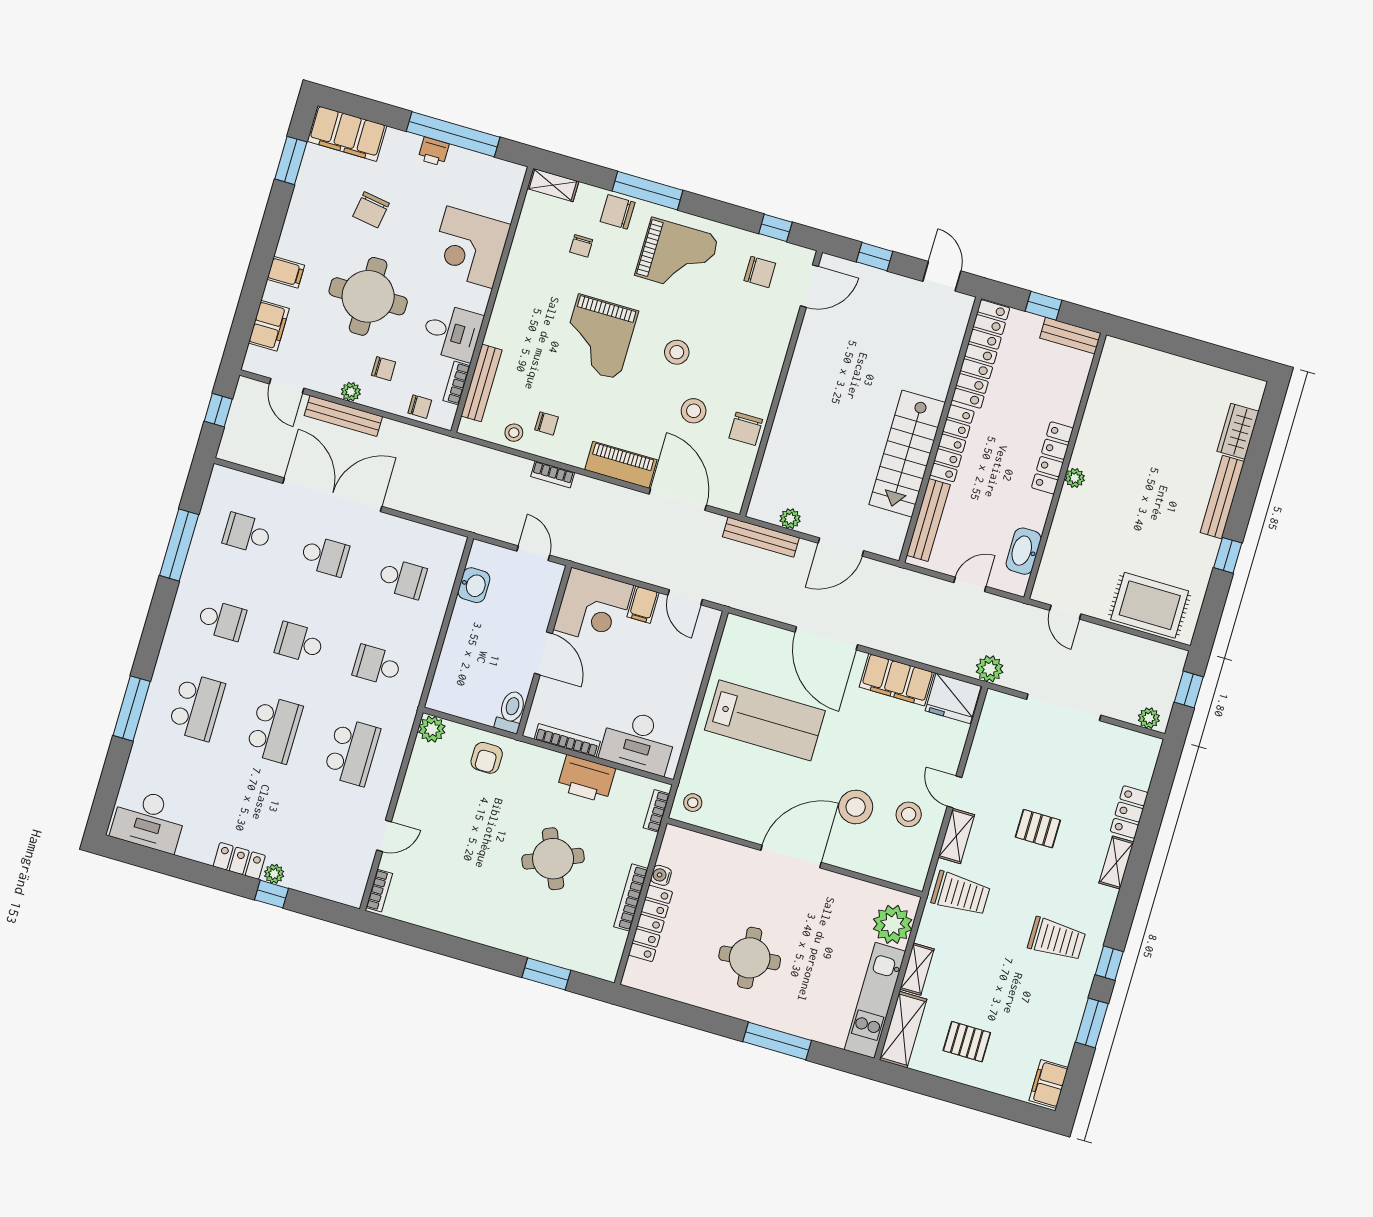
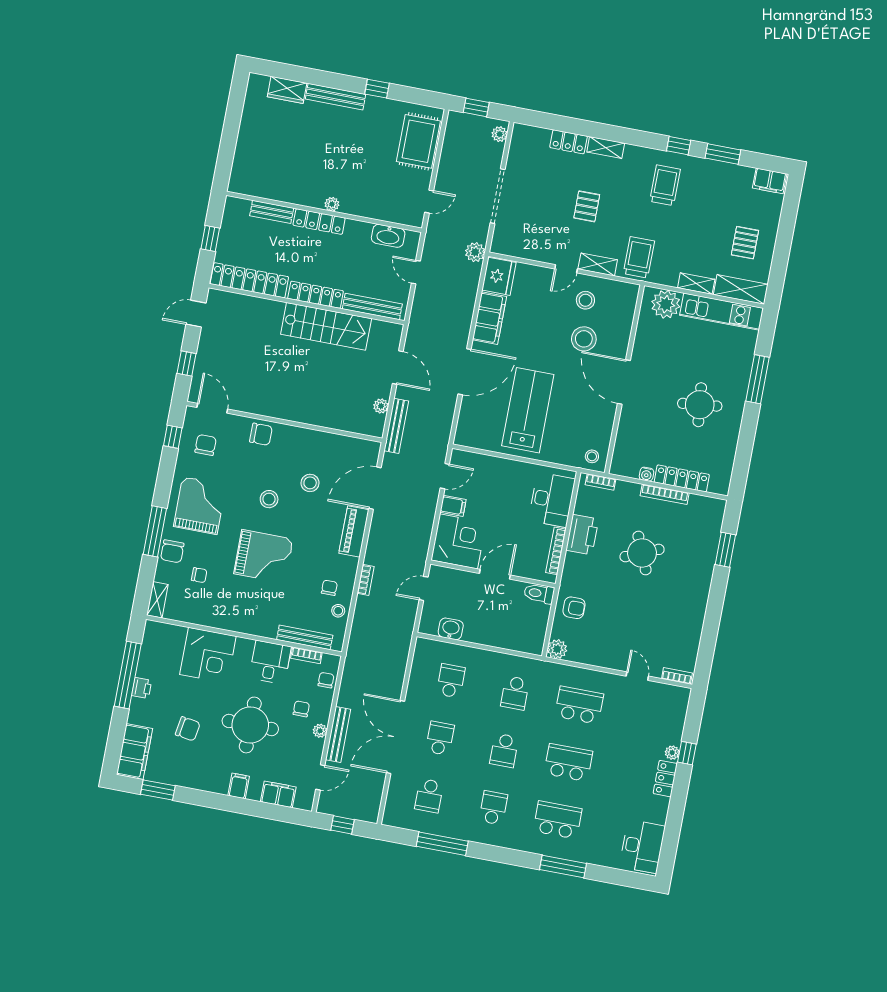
bench: (1070, 336) -> (272, 212), moved, turned 90
chair: (746, 429) -> (261, 434), moved

